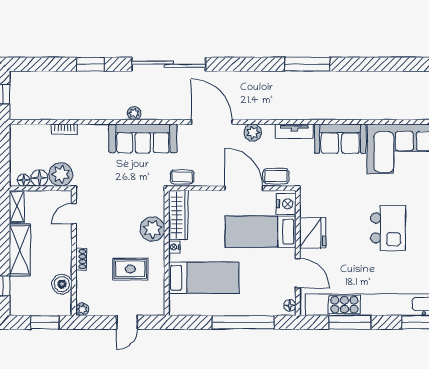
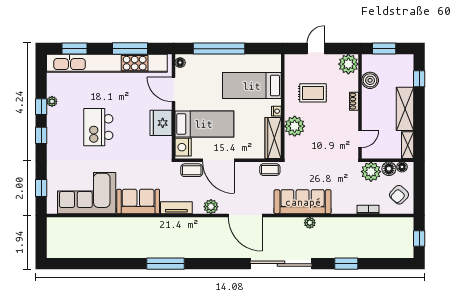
armchair: (27, 147) -> (399, 195), added
plant: (82, 309) -> (348, 64), width x1.88, depth x1.88

